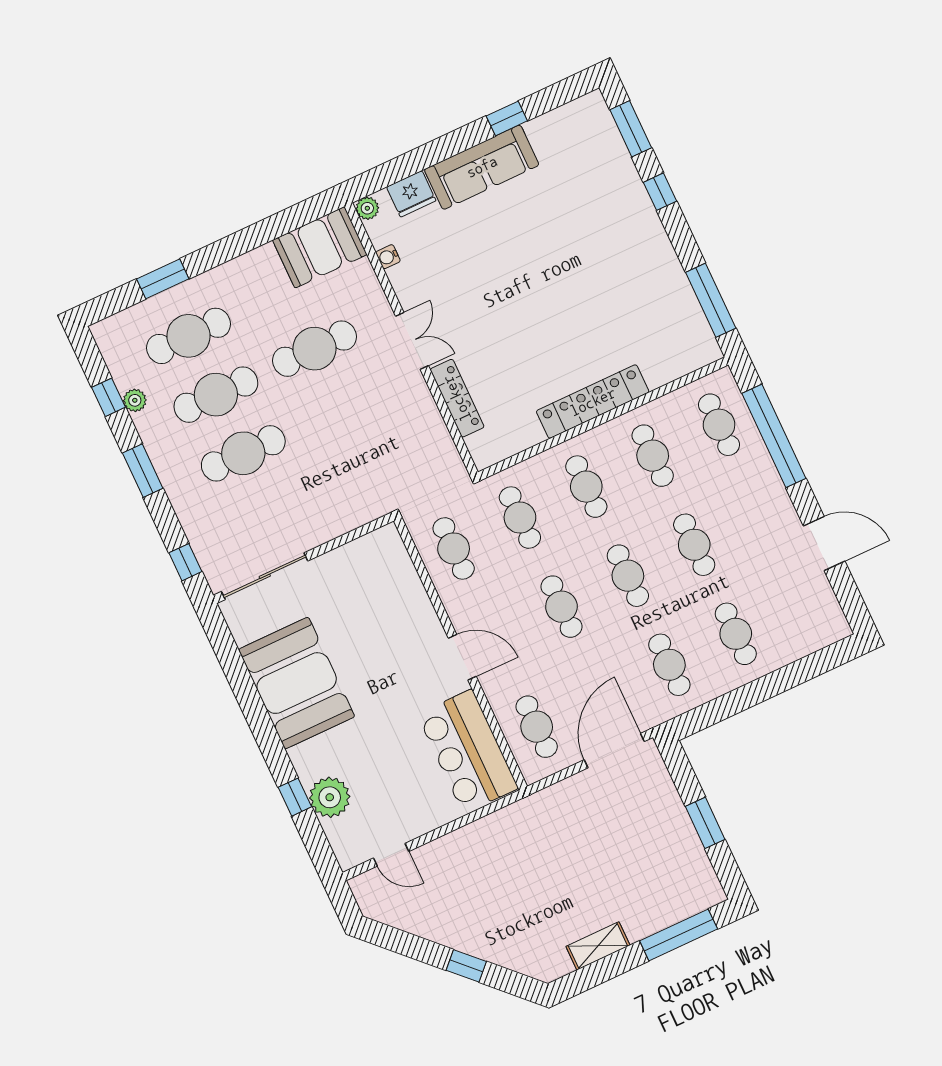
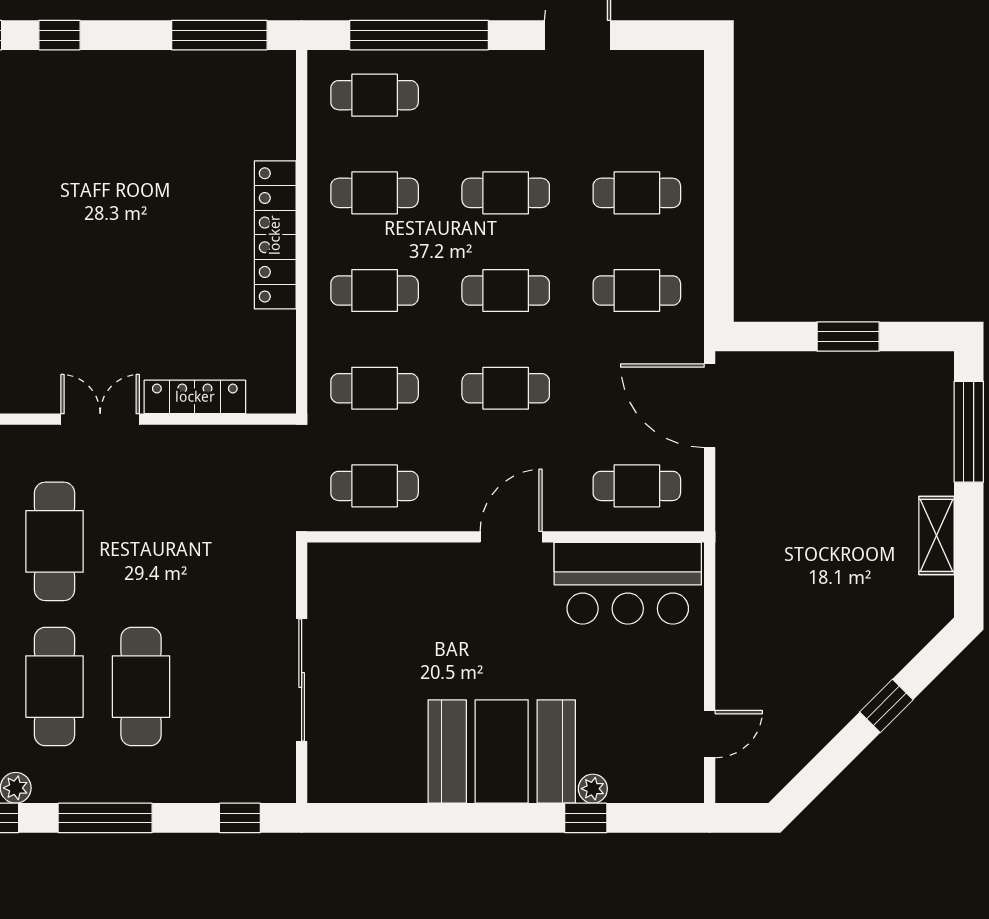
window: (143, 471) -> (105, 818), width x1.44
sliding door: (265, 576) -> (302, 680), moved
booth: (297, 683) -> (502, 752), moved
plant: (330, 797) -> (593, 789), width x0.53, depth x0.53

